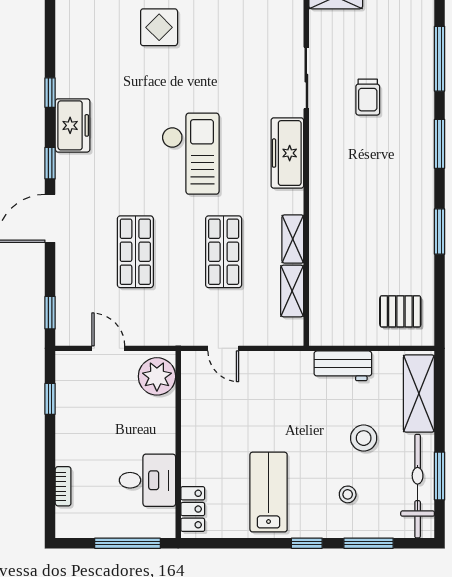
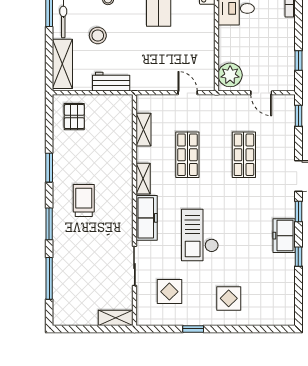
display table: (252, 38) -> (169, 292), added
trolley: (368, 97) -> (84, 200), moved, width x1.36, depth x1.39
checkout: (191, 154) -> (200, 235), moved
shelving: (293, 239) -> (143, 179), moved
pallet: (400, 311) -> (74, 117), turned 90

